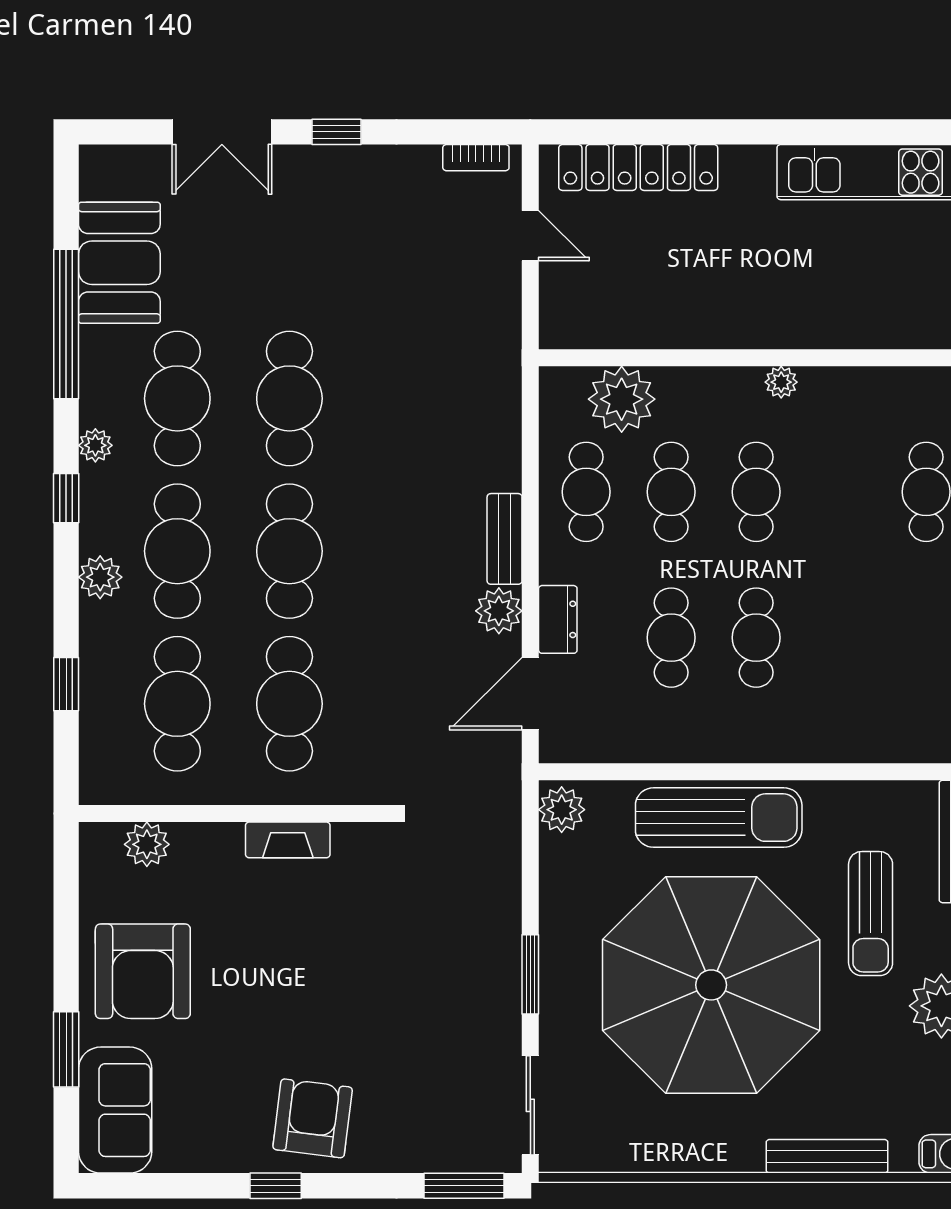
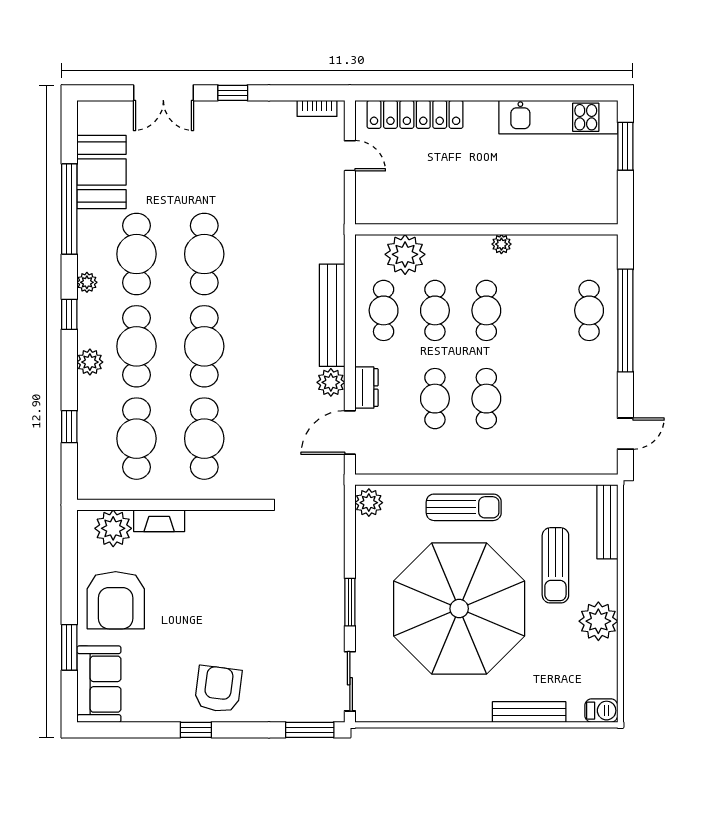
bench: (505, 539) -> (332, 315), width x1.86, depth x1.21
sun lounger: (719, 818) -> (464, 507), width x0.73, depth x0.75
fireplace: (288, 840) -> (159, 521), moved
plant: (147, 844) -> (113, 528), width x1.36, depth x1.36

